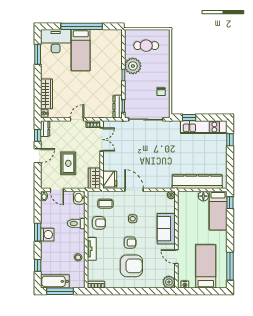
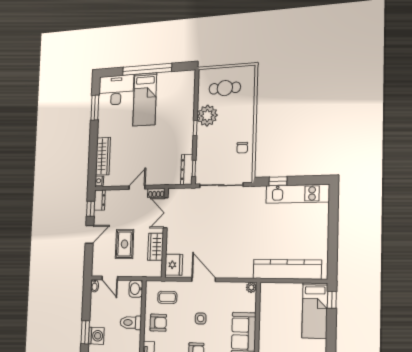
double door: (102, 139) -> (166, 213), swing flipped
window: (230, 140) -> (333, 211), removed
wardrobe: (94, 178) -> (156, 247), moved
floor lamp: (203, 196) -> (295, 290), removed

